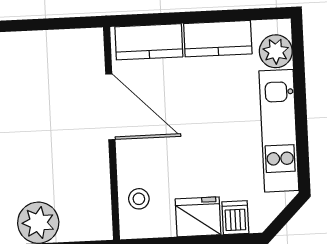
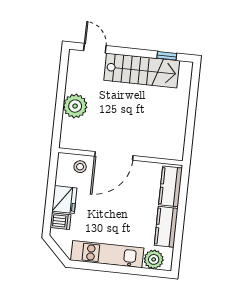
door: (110, 107) -> (114, 156), moved

